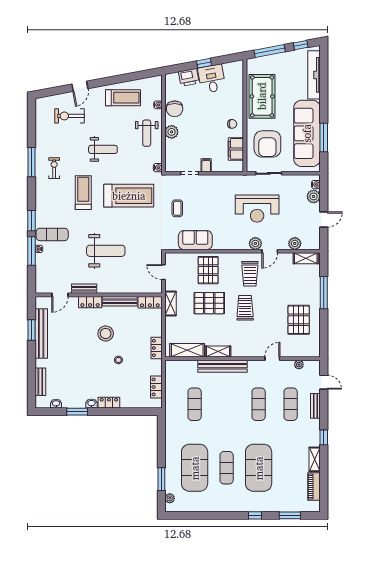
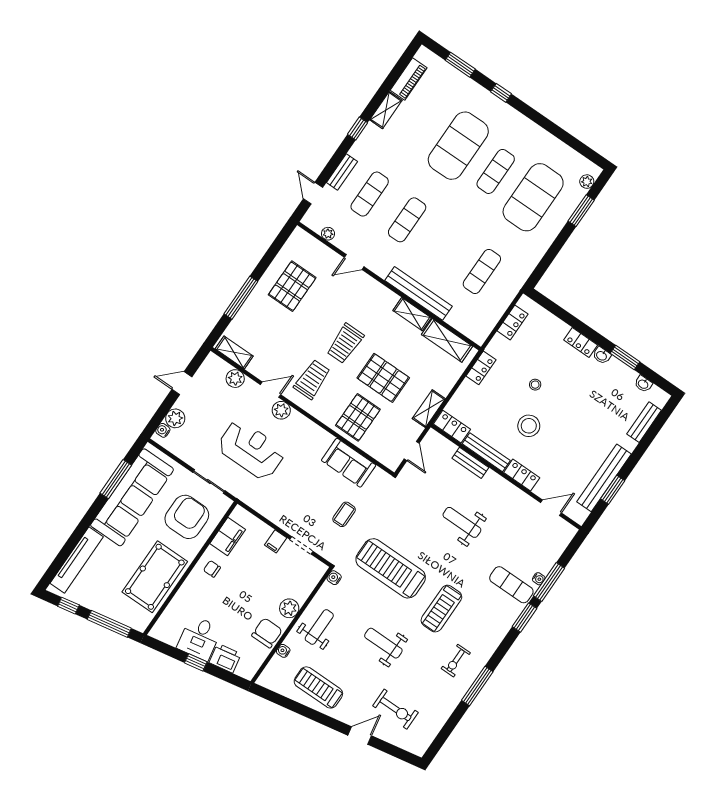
weight bench: (106, 251) -> (462, 522), width x0.73, depth x0.75
bench: (84, 289) -> (470, 463), moved

